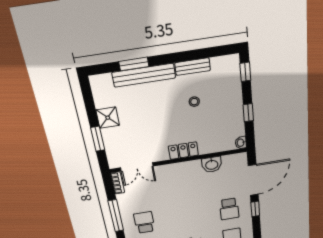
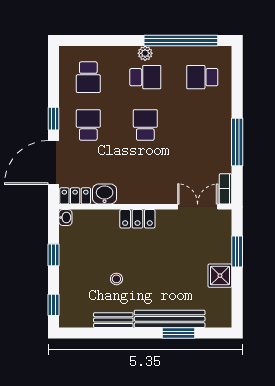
locker: (235, 159) -> (75, 196), added
school desk: (144, 222) -> (145, 125), moved, turned 180

